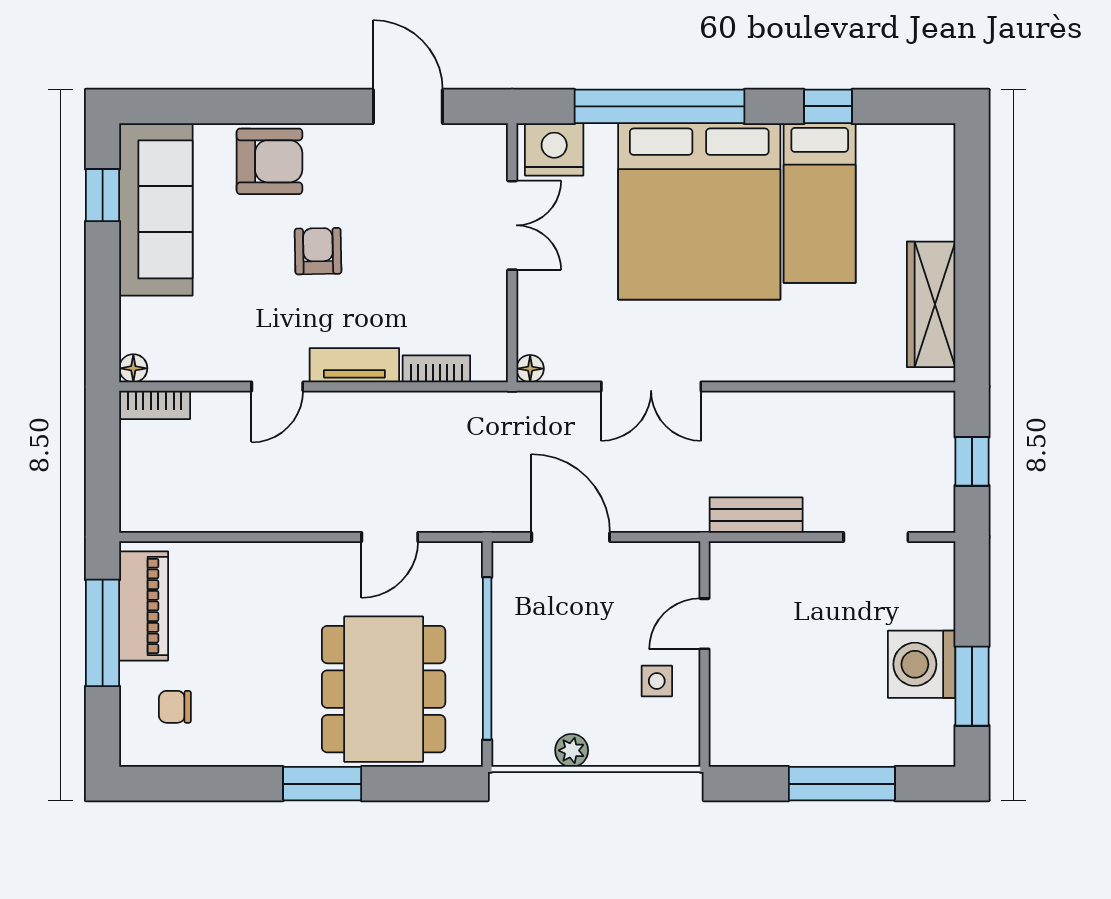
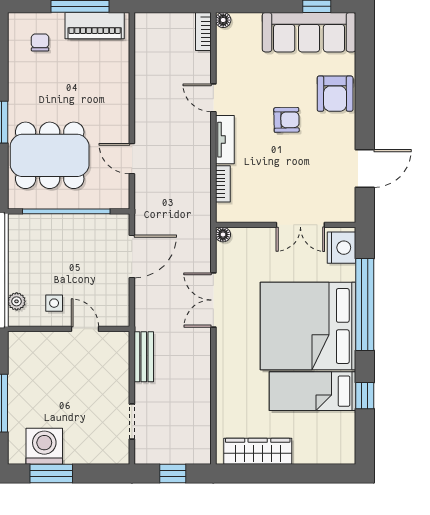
washing machine: (922, 664) -> (44, 446), moved
plant: (572, 750) -> (17, 301), moved

